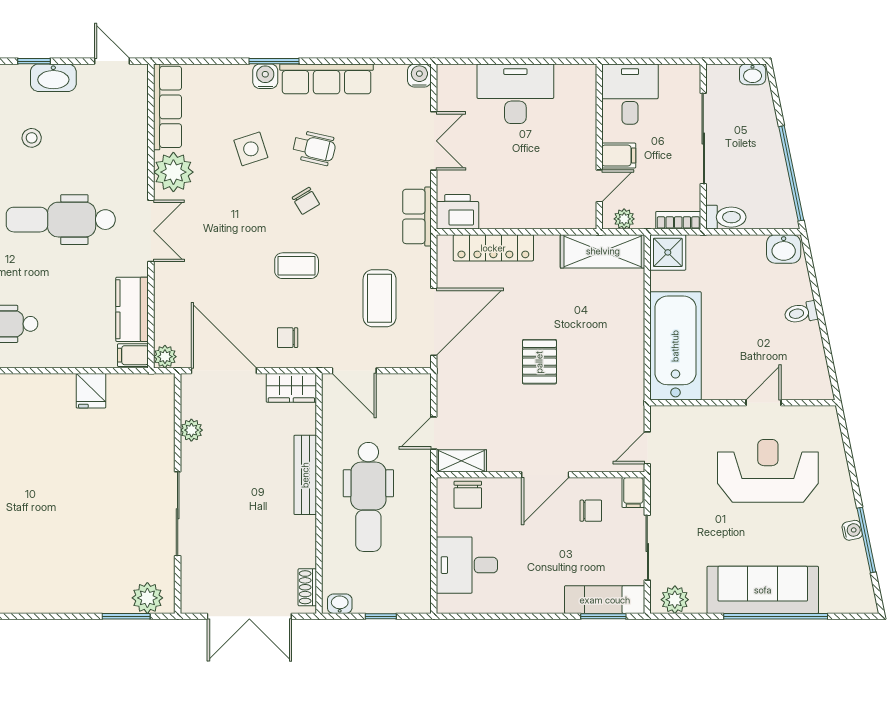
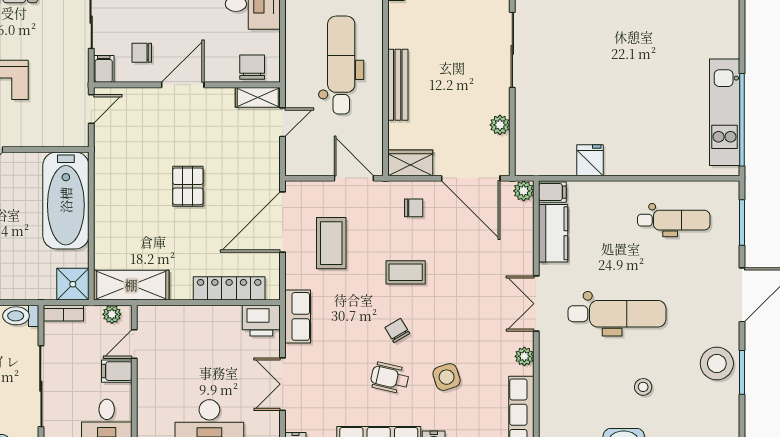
plant: (173, 172) -> (524, 356), width x0.53, depth x0.53

